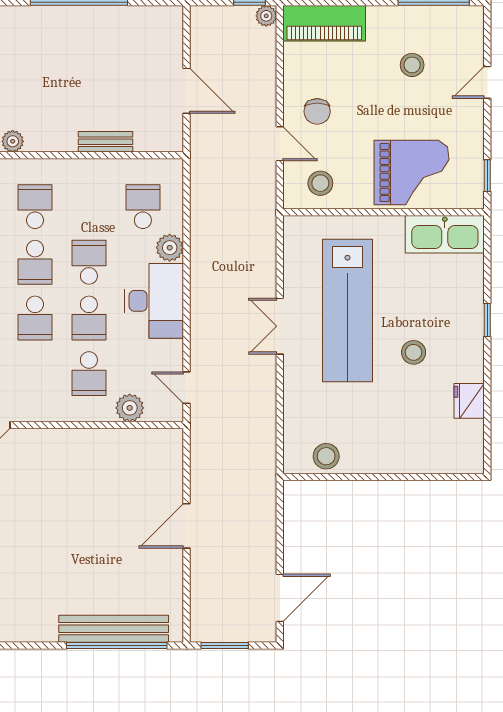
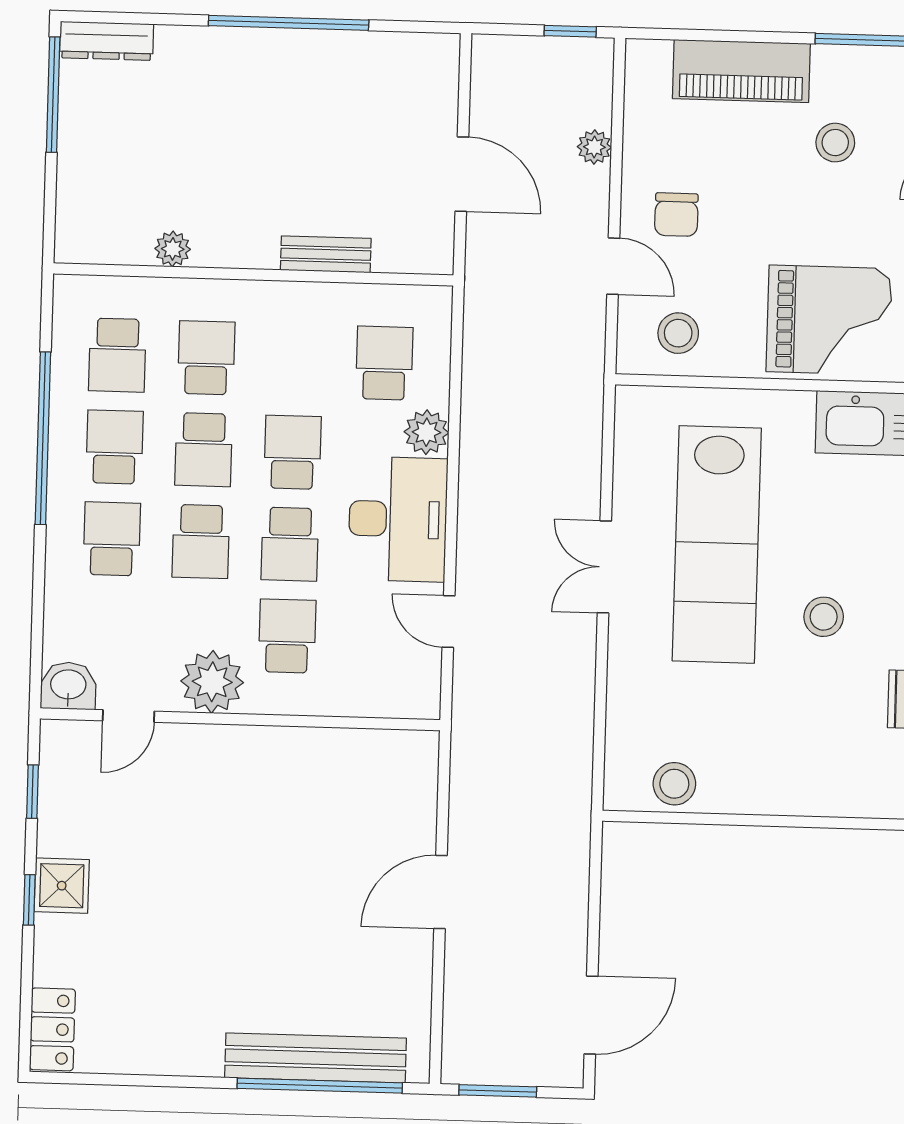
plant: (266, 16) -> (594, 147), moved
piano: (324, 23) -> (741, 71), moved
school desk: (89, 374) -> (287, 636), turned 180
door: (186, 388) -> (449, 622), moved
plant: (130, 408) -> (212, 682), moved, width x1.36, depth x1.36

